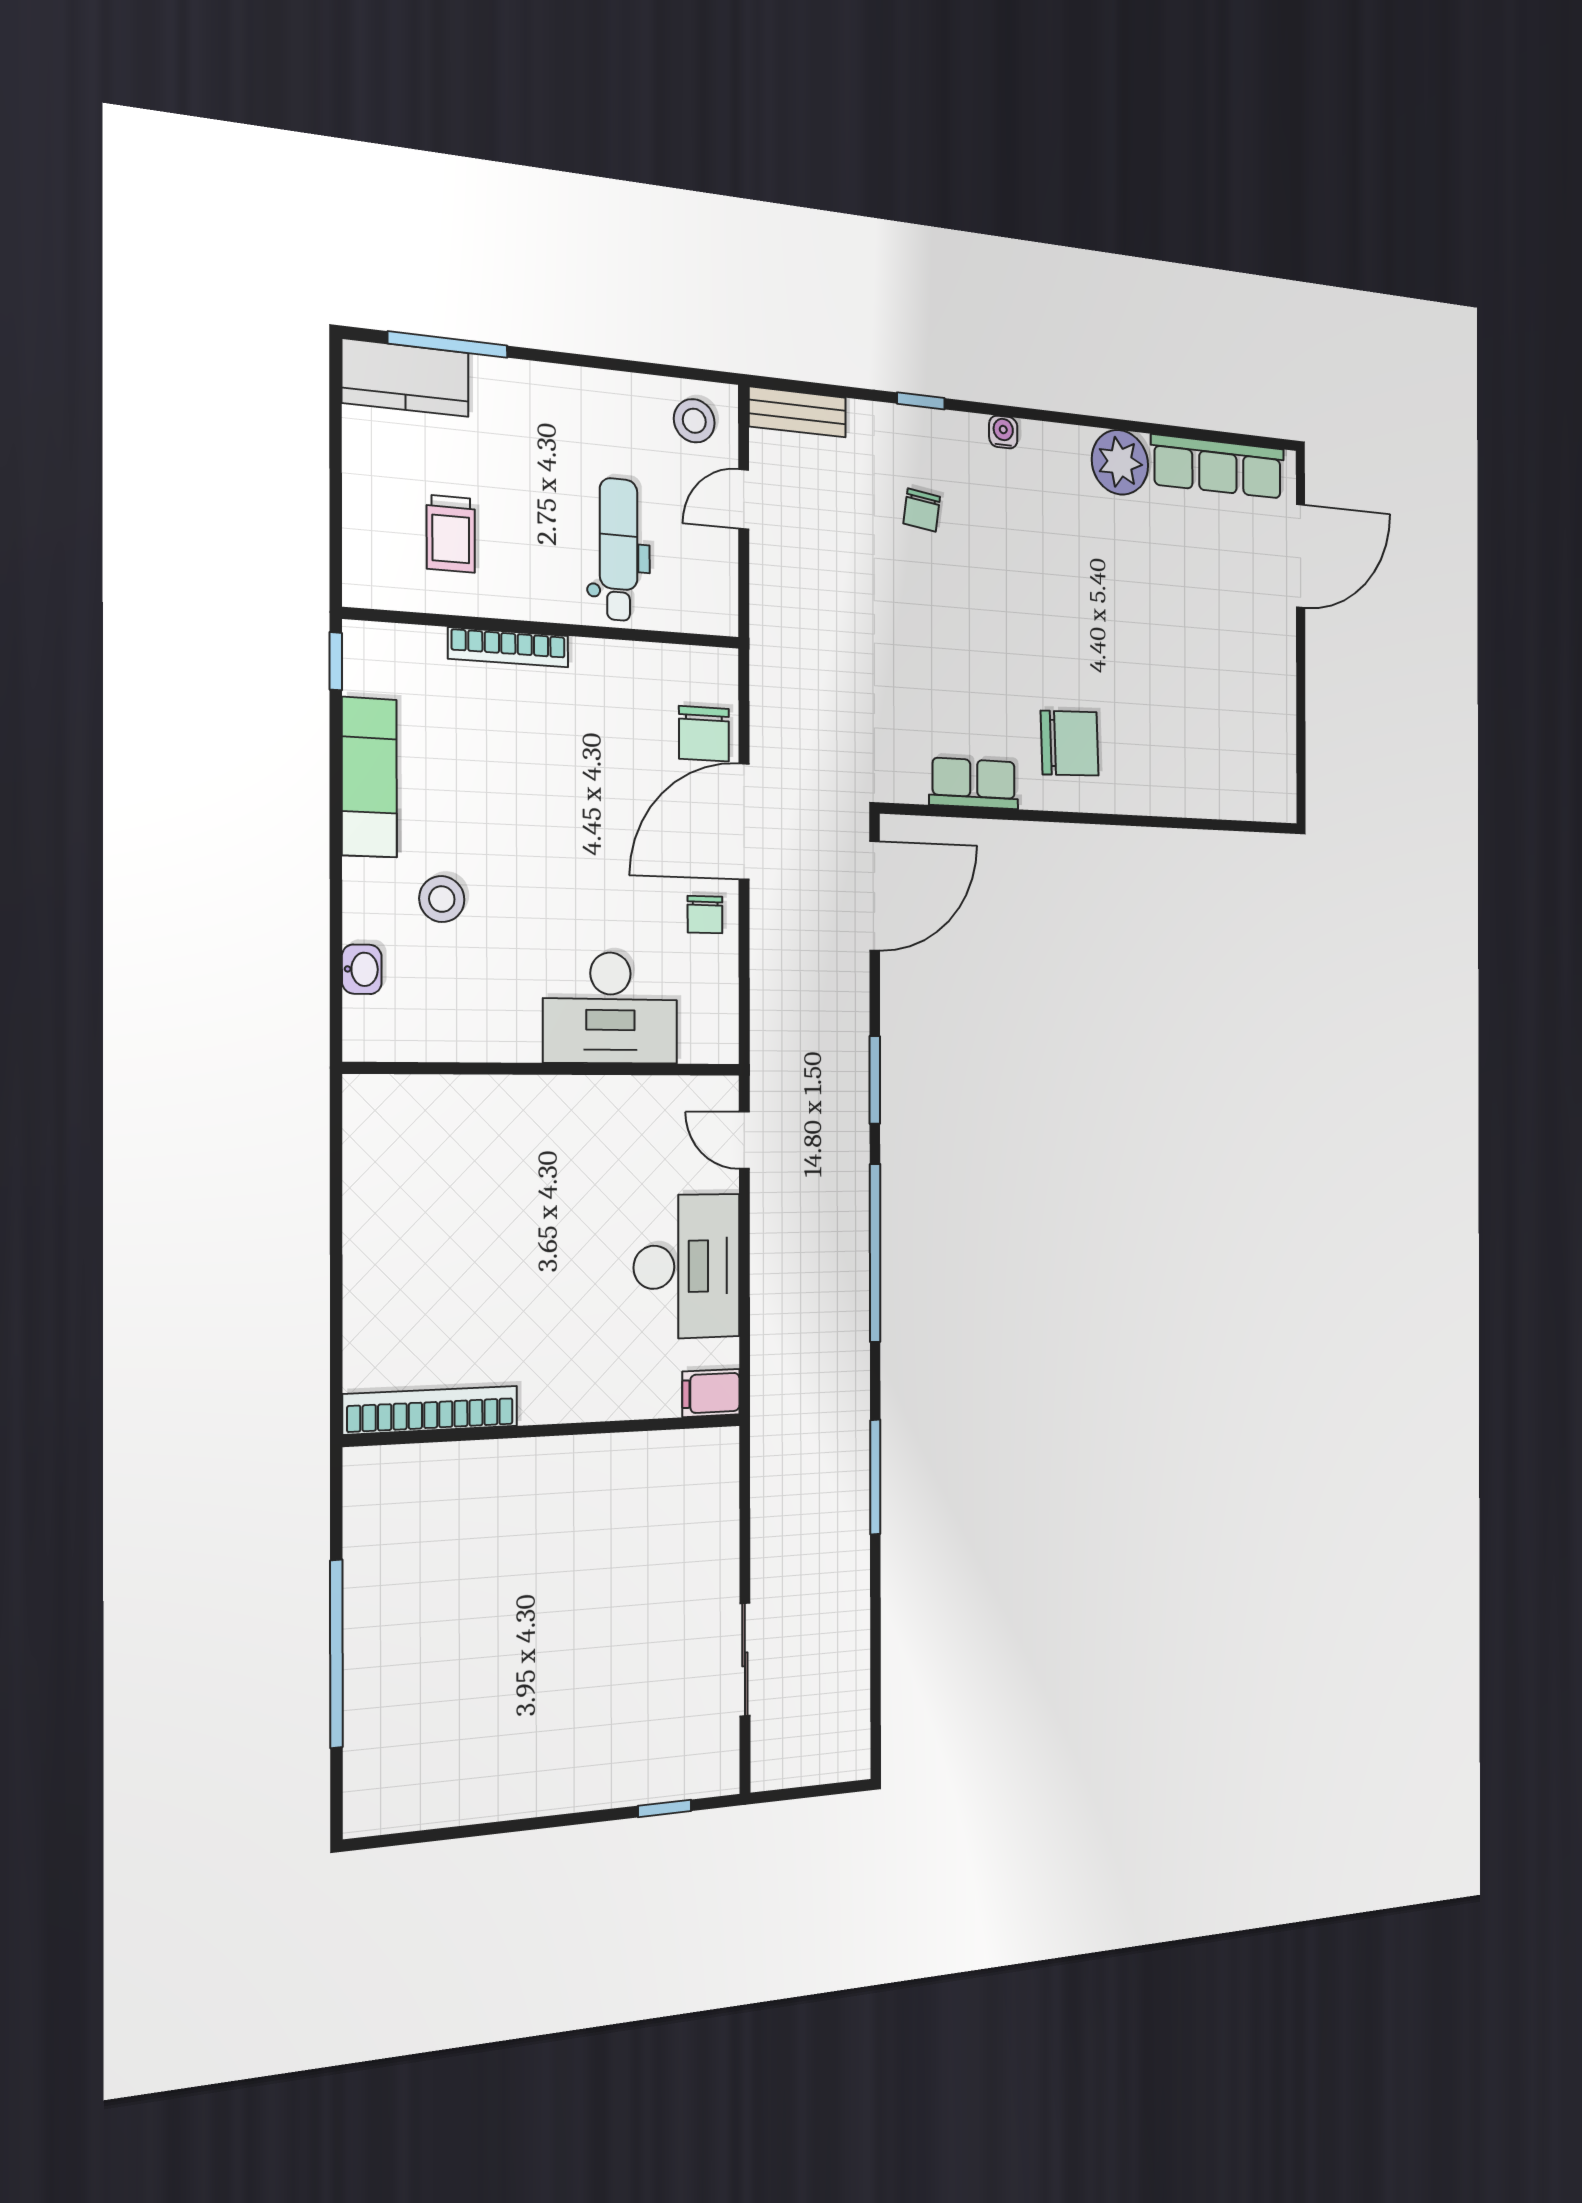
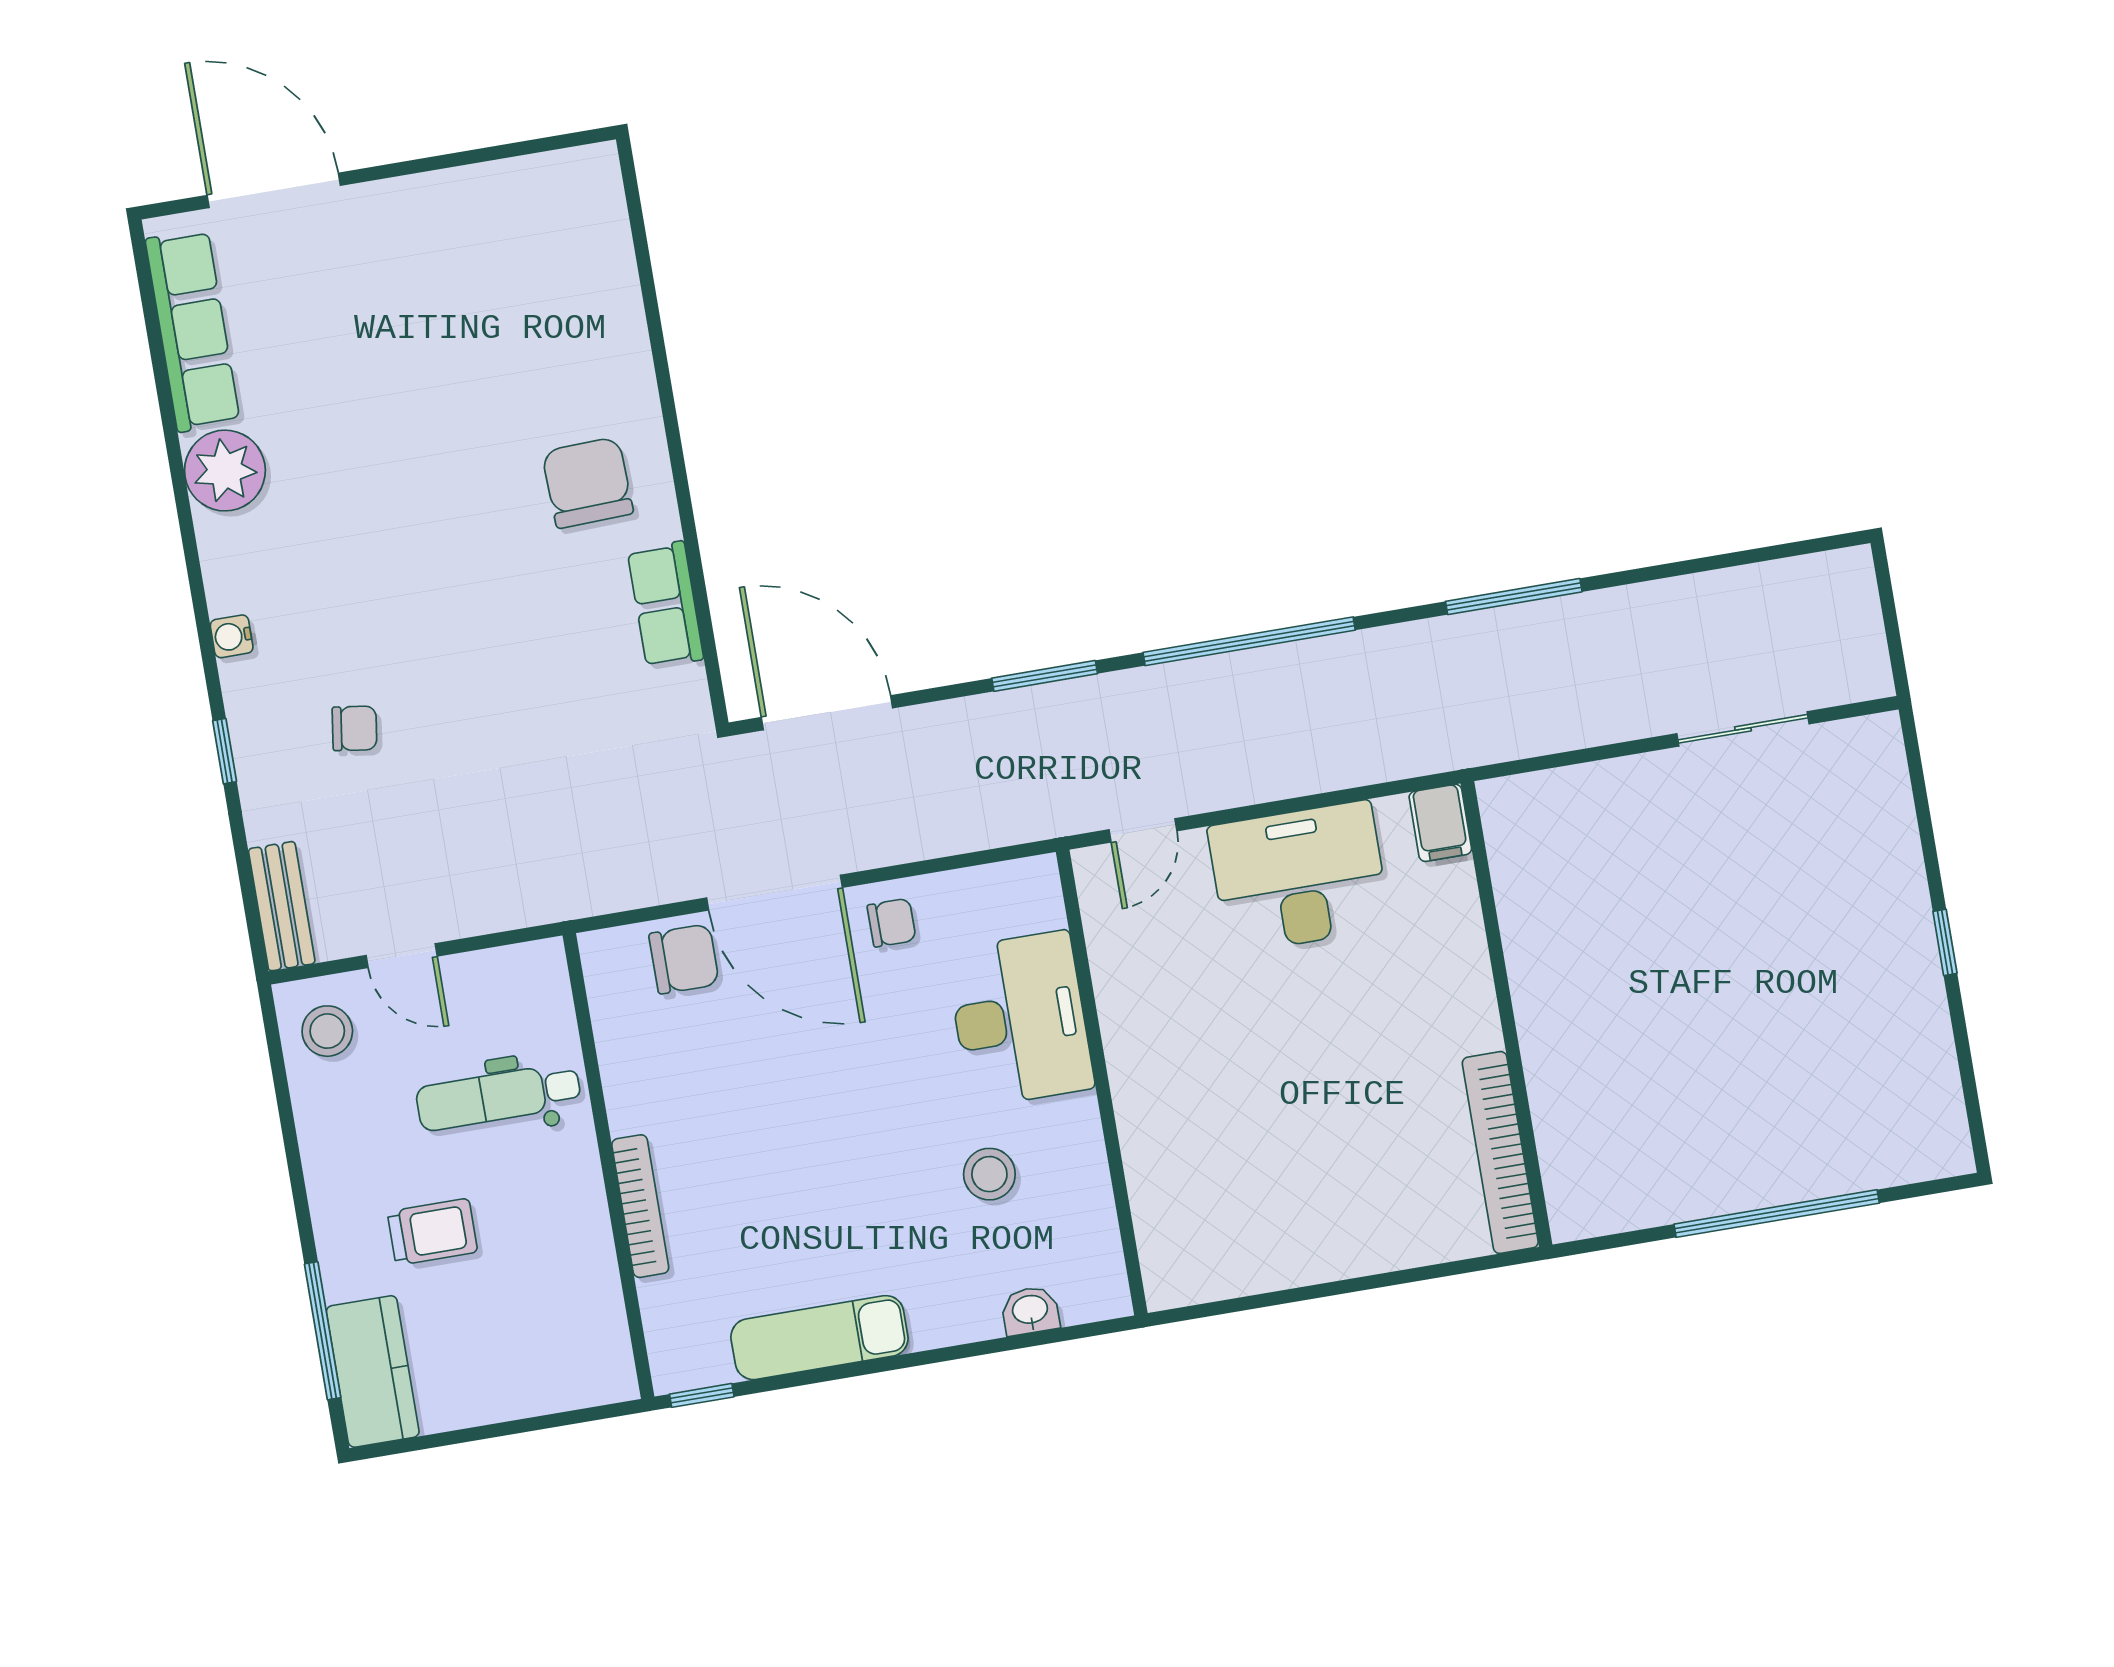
trolley: (451, 534) -> (433, 1232), moved
stool: (442, 899) -> (989, 1174), moved
window: (665, 1808) -> (1945, 942), moved

